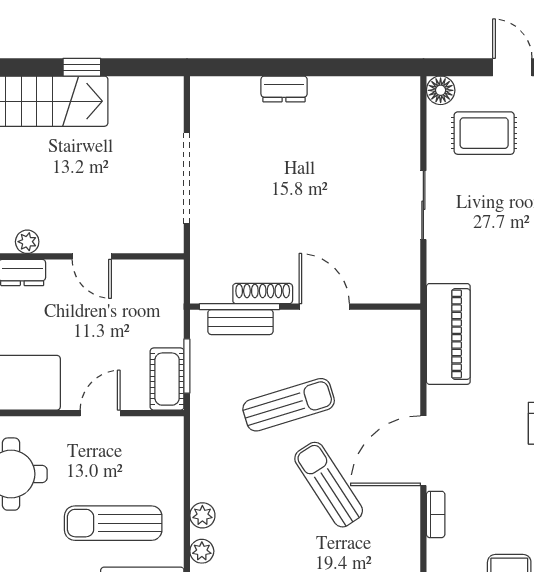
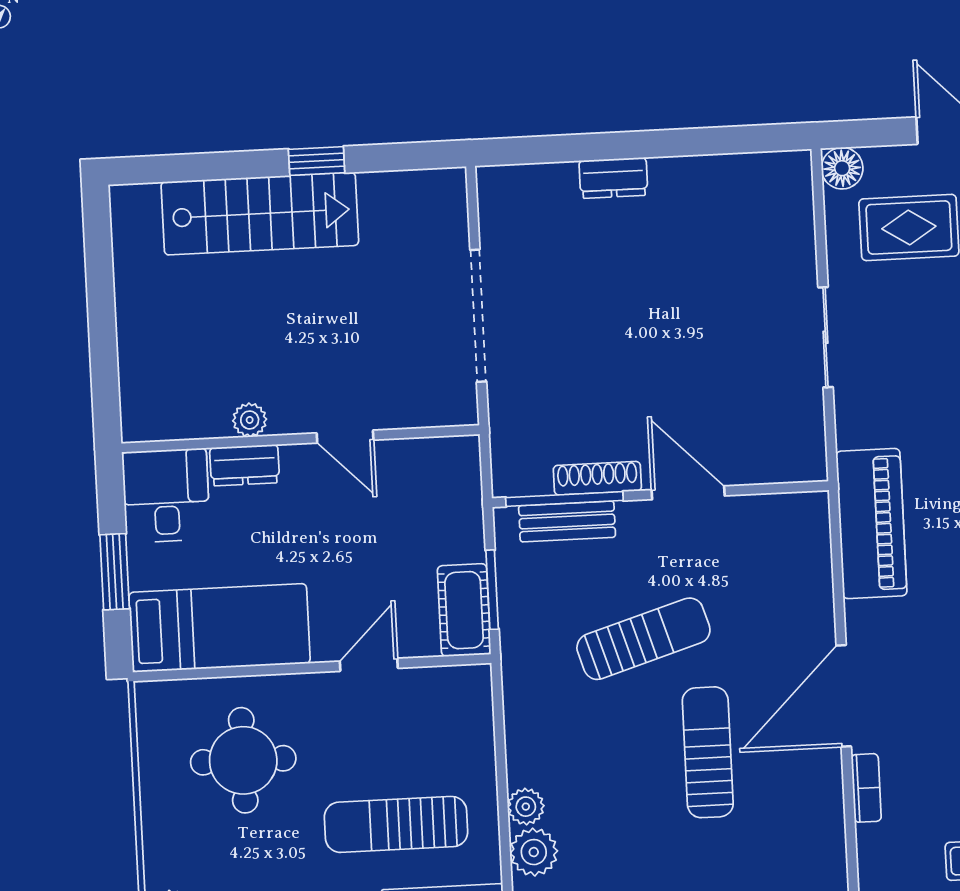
sun lounger: (329, 485) -> (708, 752), turned 33
plant: (202, 551) -> (534, 852), width x1.38, depth x1.38

